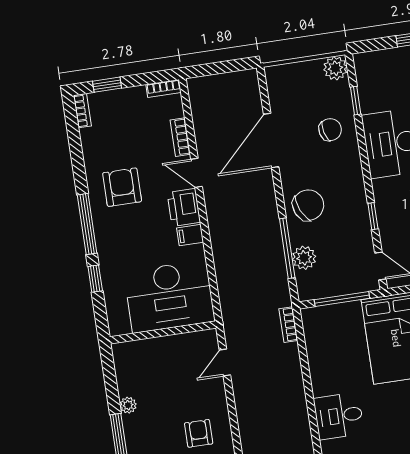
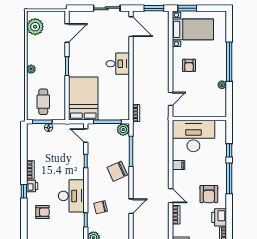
door: (271, 140) -> (131, 206), width x0.53
printer: (184, 207) -> (219, 217), moved, turned 180
plant: (304, 258) -> (123, 130), moved

